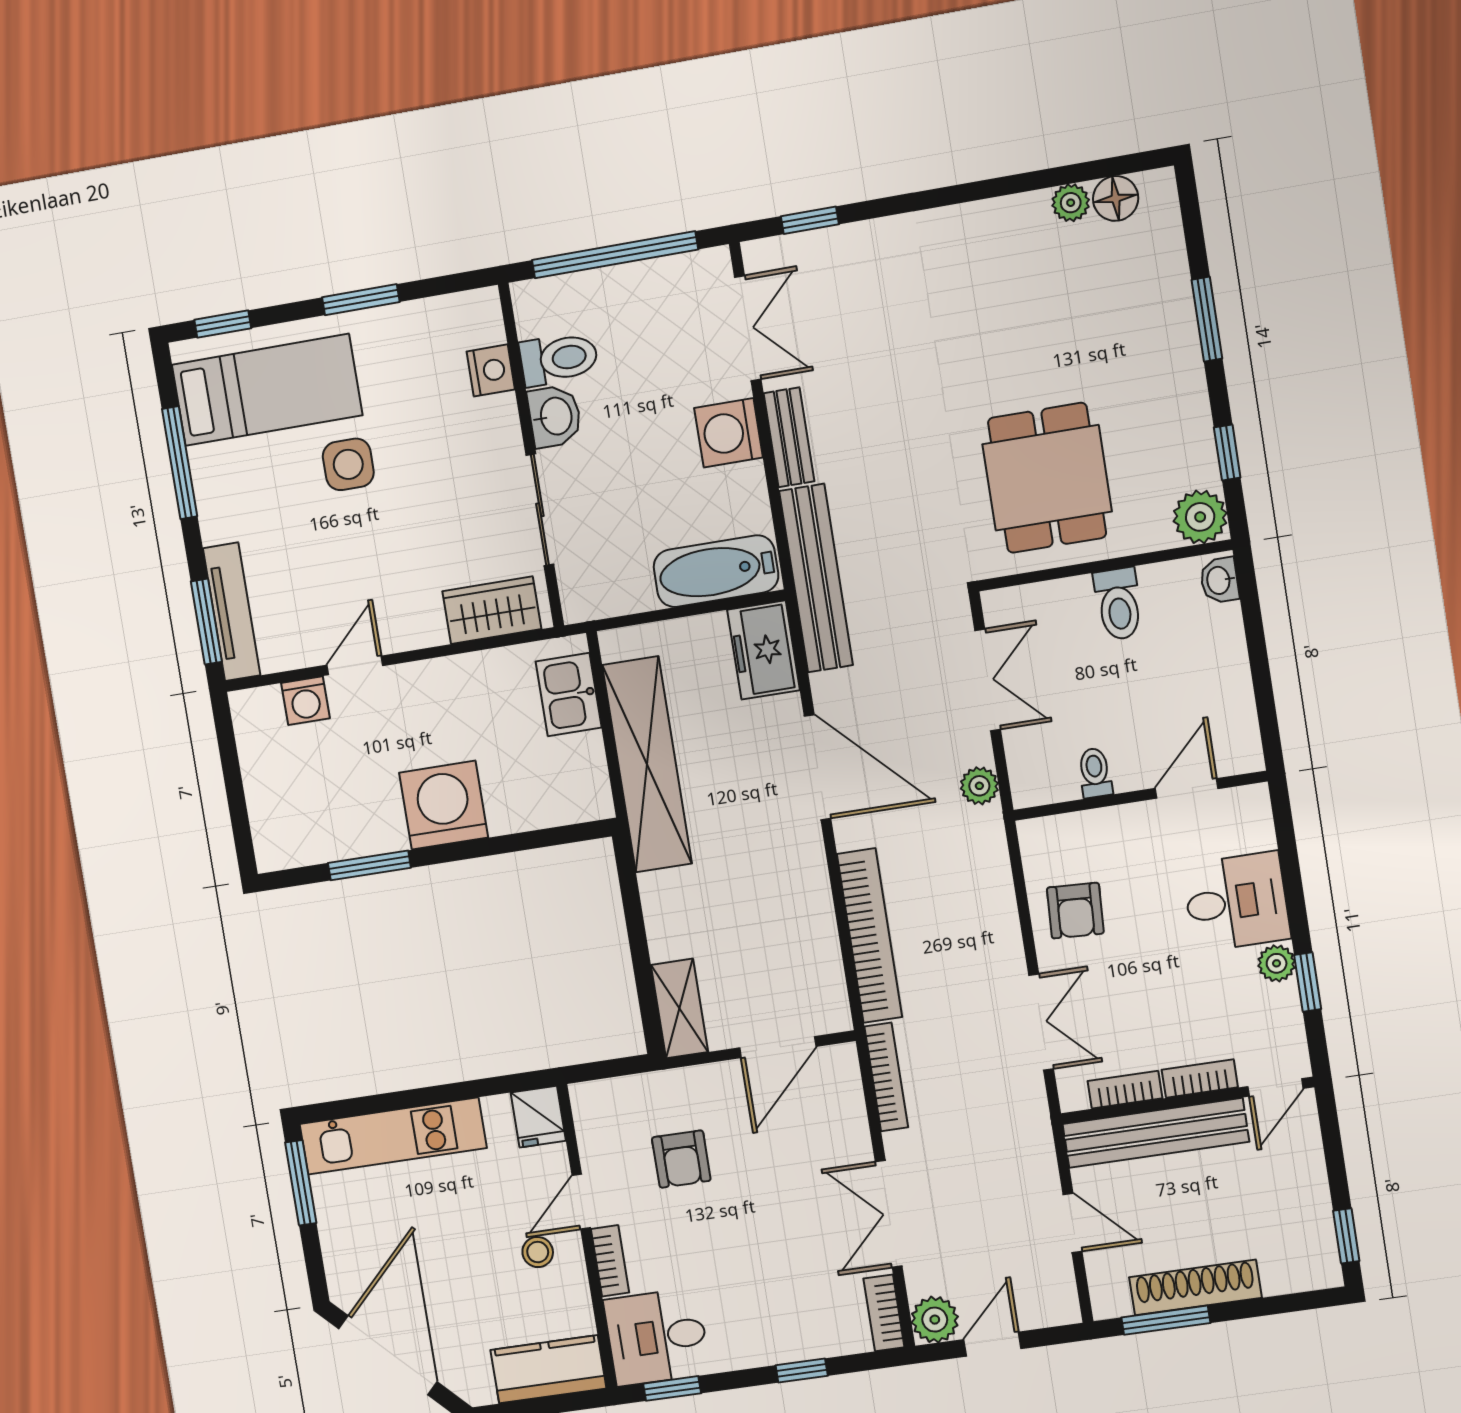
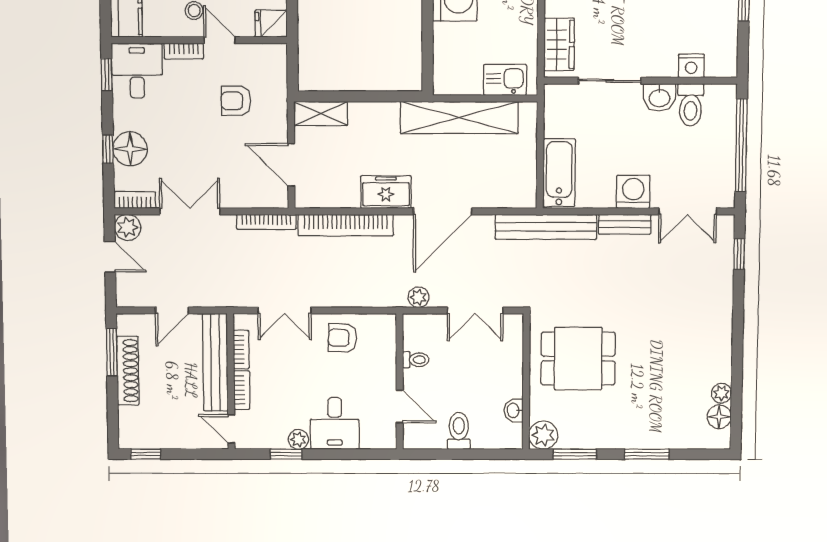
window: (1227, 453) -> (575, 454), width x1.50
washbasin: (1219, 580) -> (514, 410), moved, turned -90
toilet: (1118, 604) -> (459, 431), moved, turned 90
freezer: (764, 650) -> (386, 192), moved
floor lamp: (795, 1332) -> (130, 149), added

